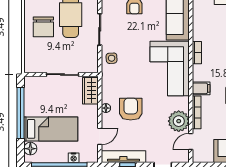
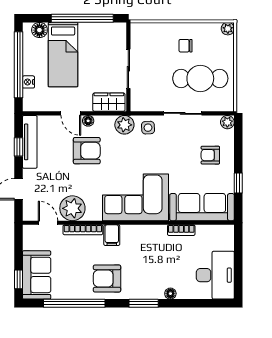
chair: (43, 27) -> (186, 46), width x0.54, depth x0.54
bookcase: (197, 53) -> (181, 230), moved
plant: (109, 78) -> (124, 125), added
door: (100, 136) -> (71, 113), moved

